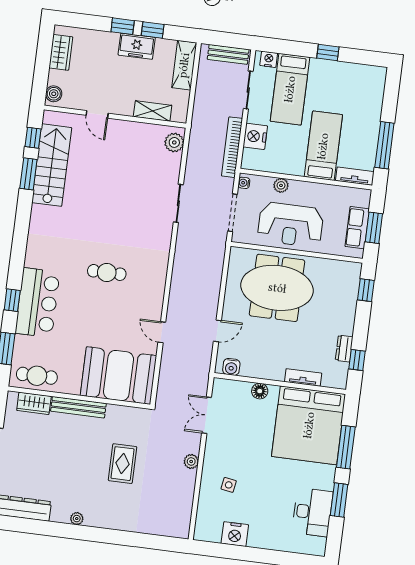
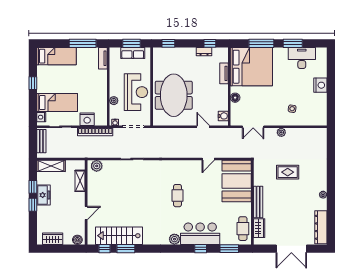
bed: (323, 146) -> (56, 56), moved, turned 180
plant: (34, 258) -> (174, 239), added
nightstand: (235, 534) -> (320, 85), moved

